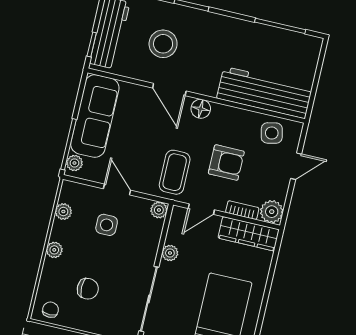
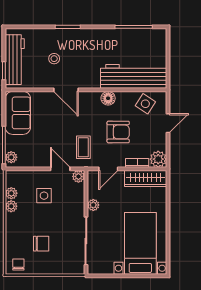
stool: (163, 44) -> (54, 59), width x0.53, depth x0.53
floor lamp: (201, 109) -> (108, 98), moved
sofa: (95, 116) -> (18, 113), width x0.73
side table: (272, 133) -> (145, 104), turned 45
coffee table: (175, 172) -> (83, 147), width x0.73, depth x0.77
door: (117, 190) -> (60, 169), moved
plant: (54, 250) -> (11, 206), moved

